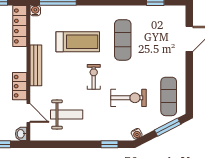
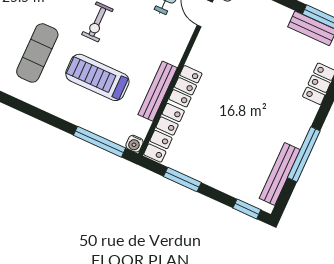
bench: (36, 65) -> (158, 91), moved
locker: (20, 86) -> (185, 86), moved

